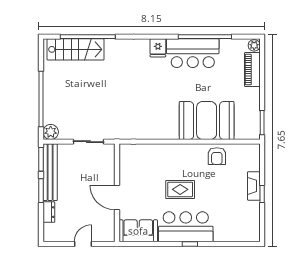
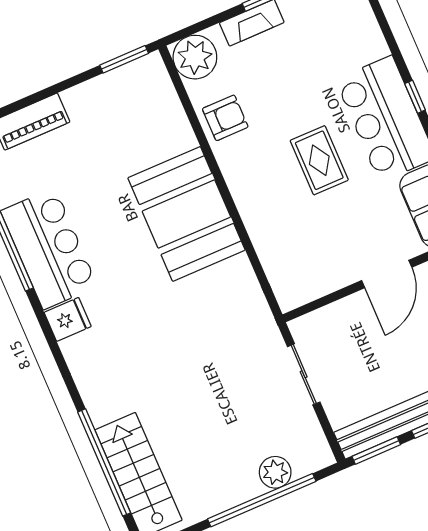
booth: (207, 121) -> (186, 214), moved
plant: (51, 132) -> (275, 472), moved
plant: (249, 154) -> (195, 57), added

